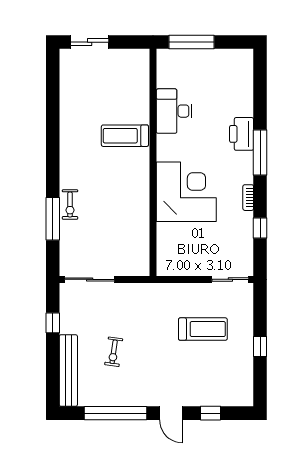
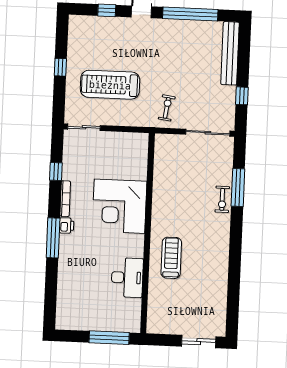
printer: (242, 134) -> (67, 226), moved, width x0.53, depth x0.68
treadmill: (125, 136) -> (171, 258), turned -90
bookcase: (248, 198) -> (65, 199), width x1.56
exercise bike: (70, 205) -> (222, 199), turned 180
treadmill: (203, 329) -> (110, 85), width x1.37, depth x1.38
exercise bike: (114, 352) -> (167, 108), moved

